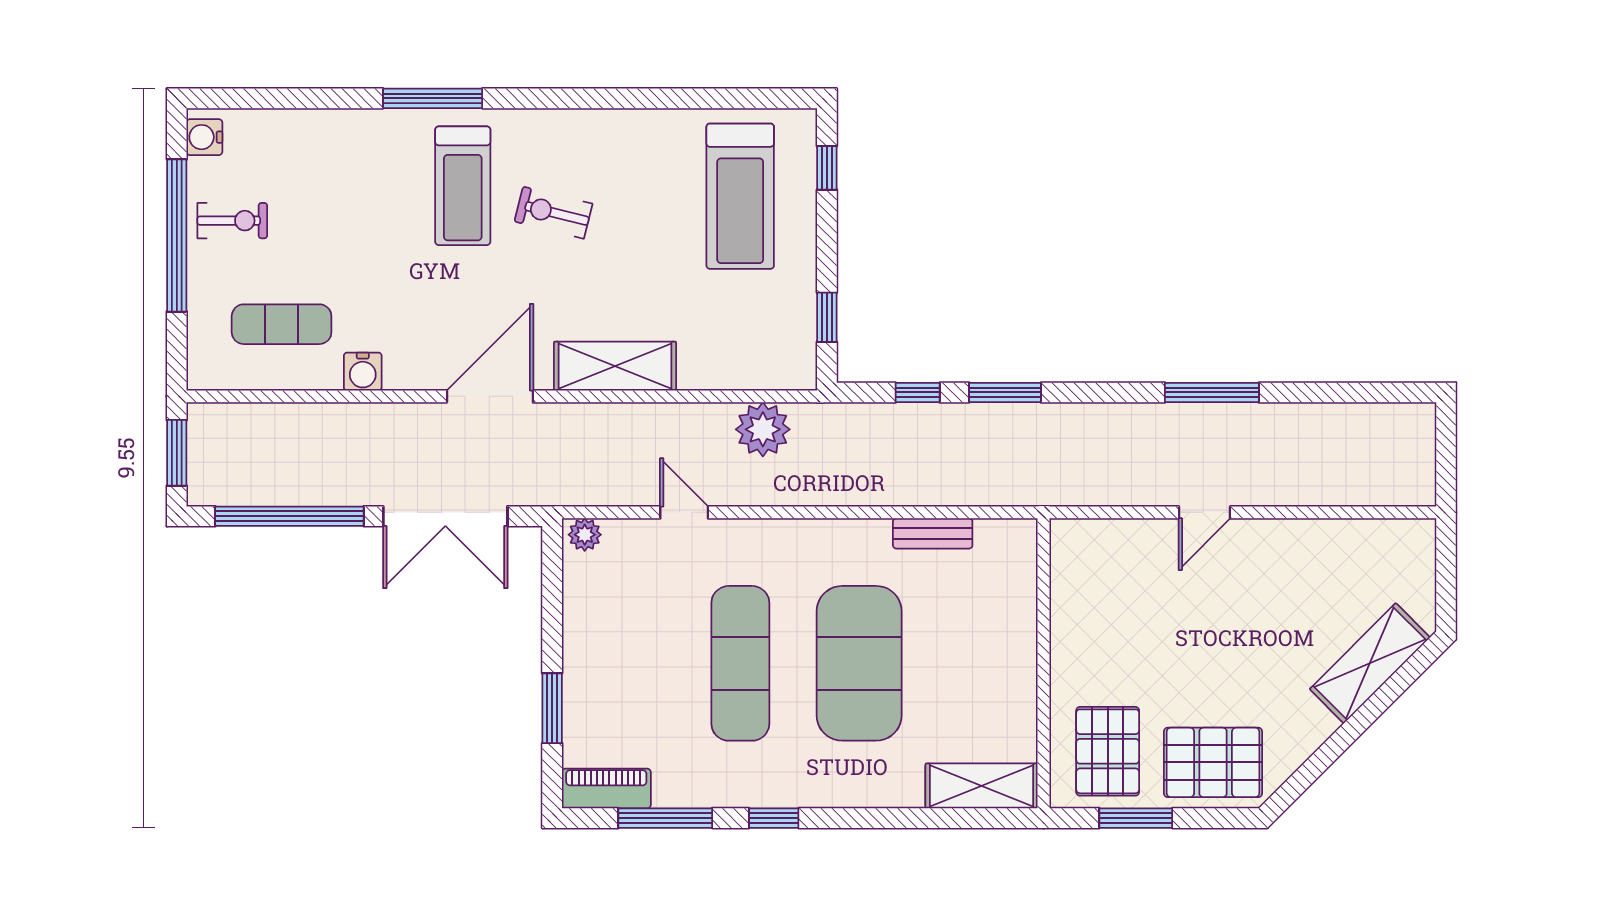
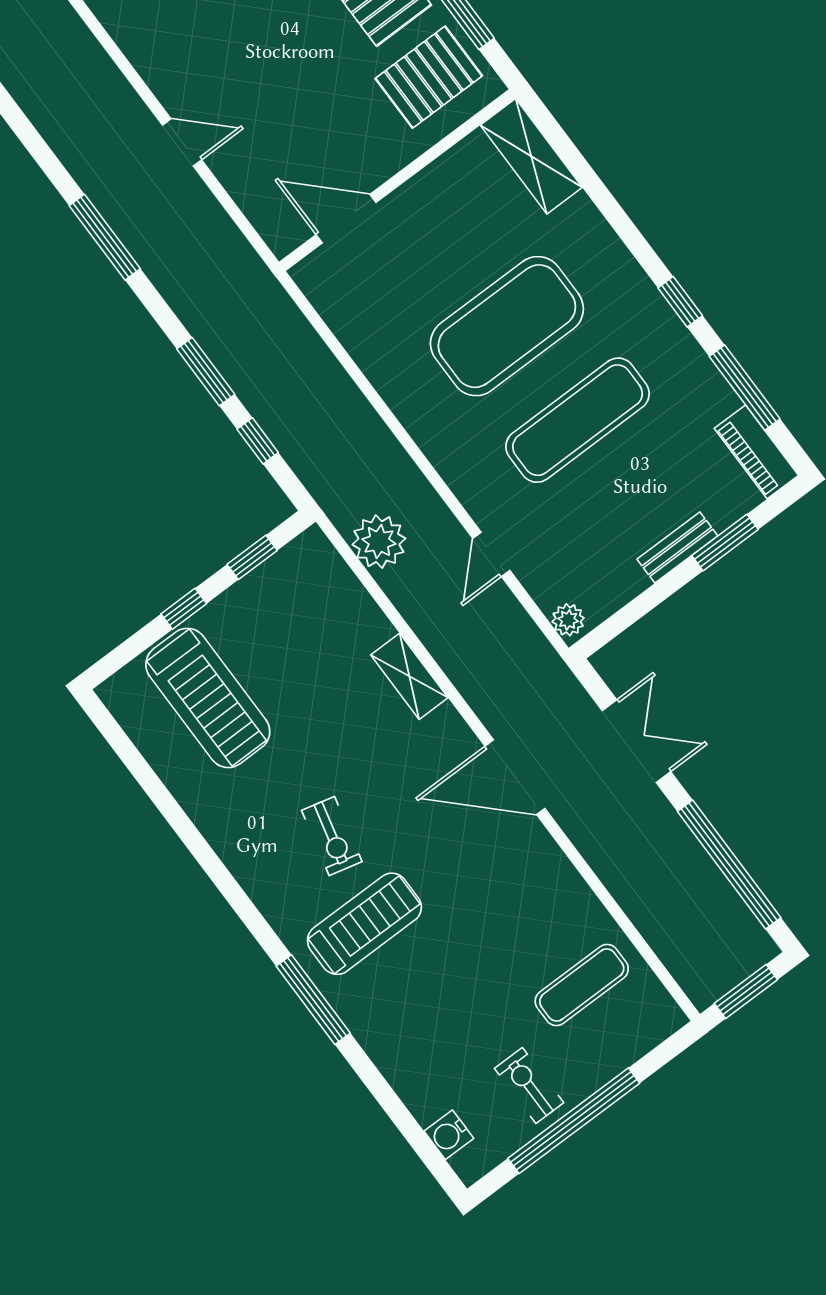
water cooler: (204, 137) -> (449, 1135), moved, turned 90
window: (827, 168) -> (184, 609), moved
treadmill: (740, 196) -> (208, 698), turned 90
exercise mat: (282, 324) -> (582, 985), turned 90
shelving: (615, 366) -> (409, 676), width x0.67, depth x0.75
water cooler: (363, 372) -> (571, 893), removed
window: (1212, 392) -> (105, 237), moved
double door: (445, 516) -> (636, 741), width x0.73
bench: (933, 533) -> (677, 547), moved, turned 90
door: (1044, 599) -> (346, 219), added

